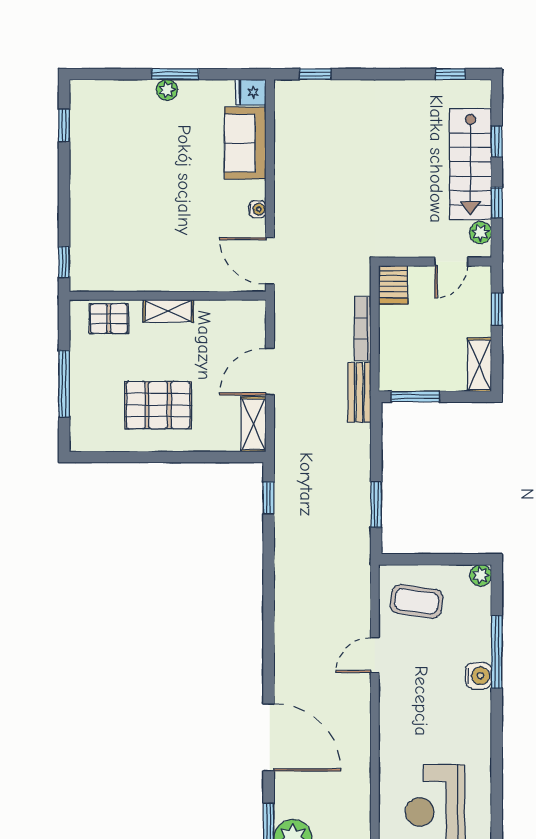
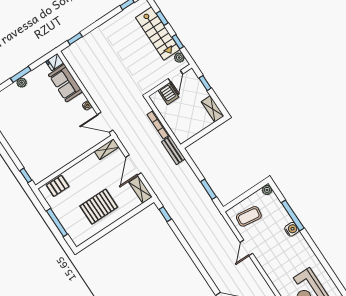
server rack: (393, 285) -> (168, 94), moved
shelving: (168, 311) -> (107, 149), moved
window: (415, 397) -> (196, 138), removed

